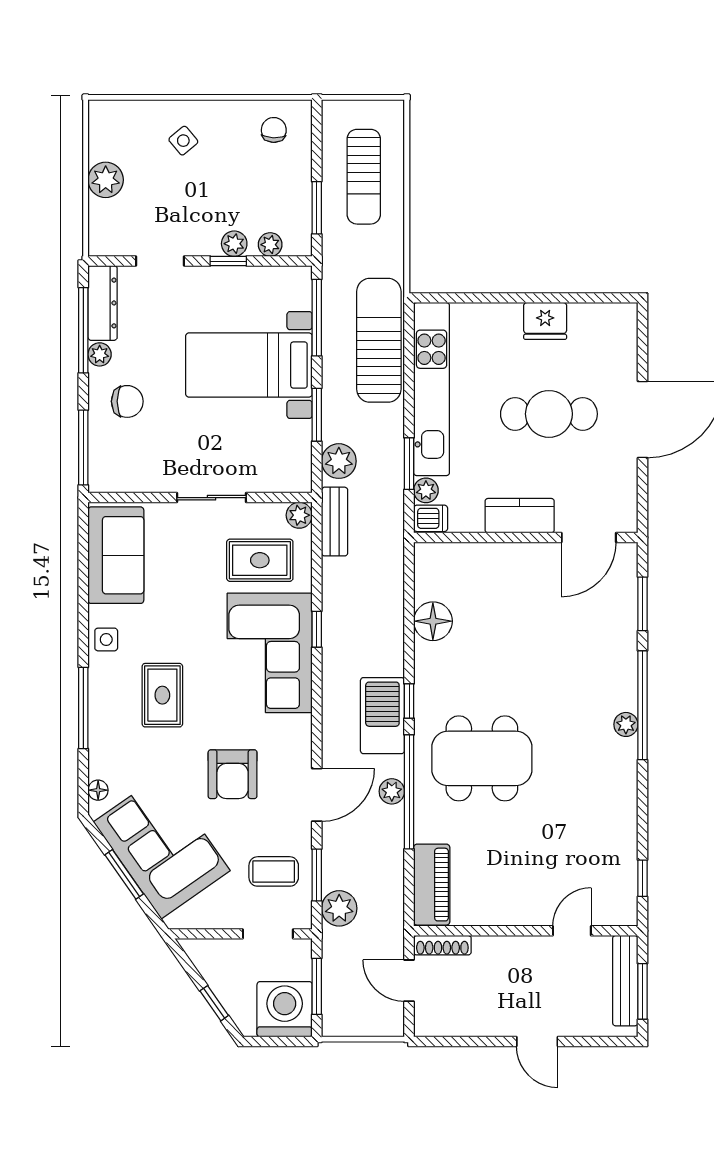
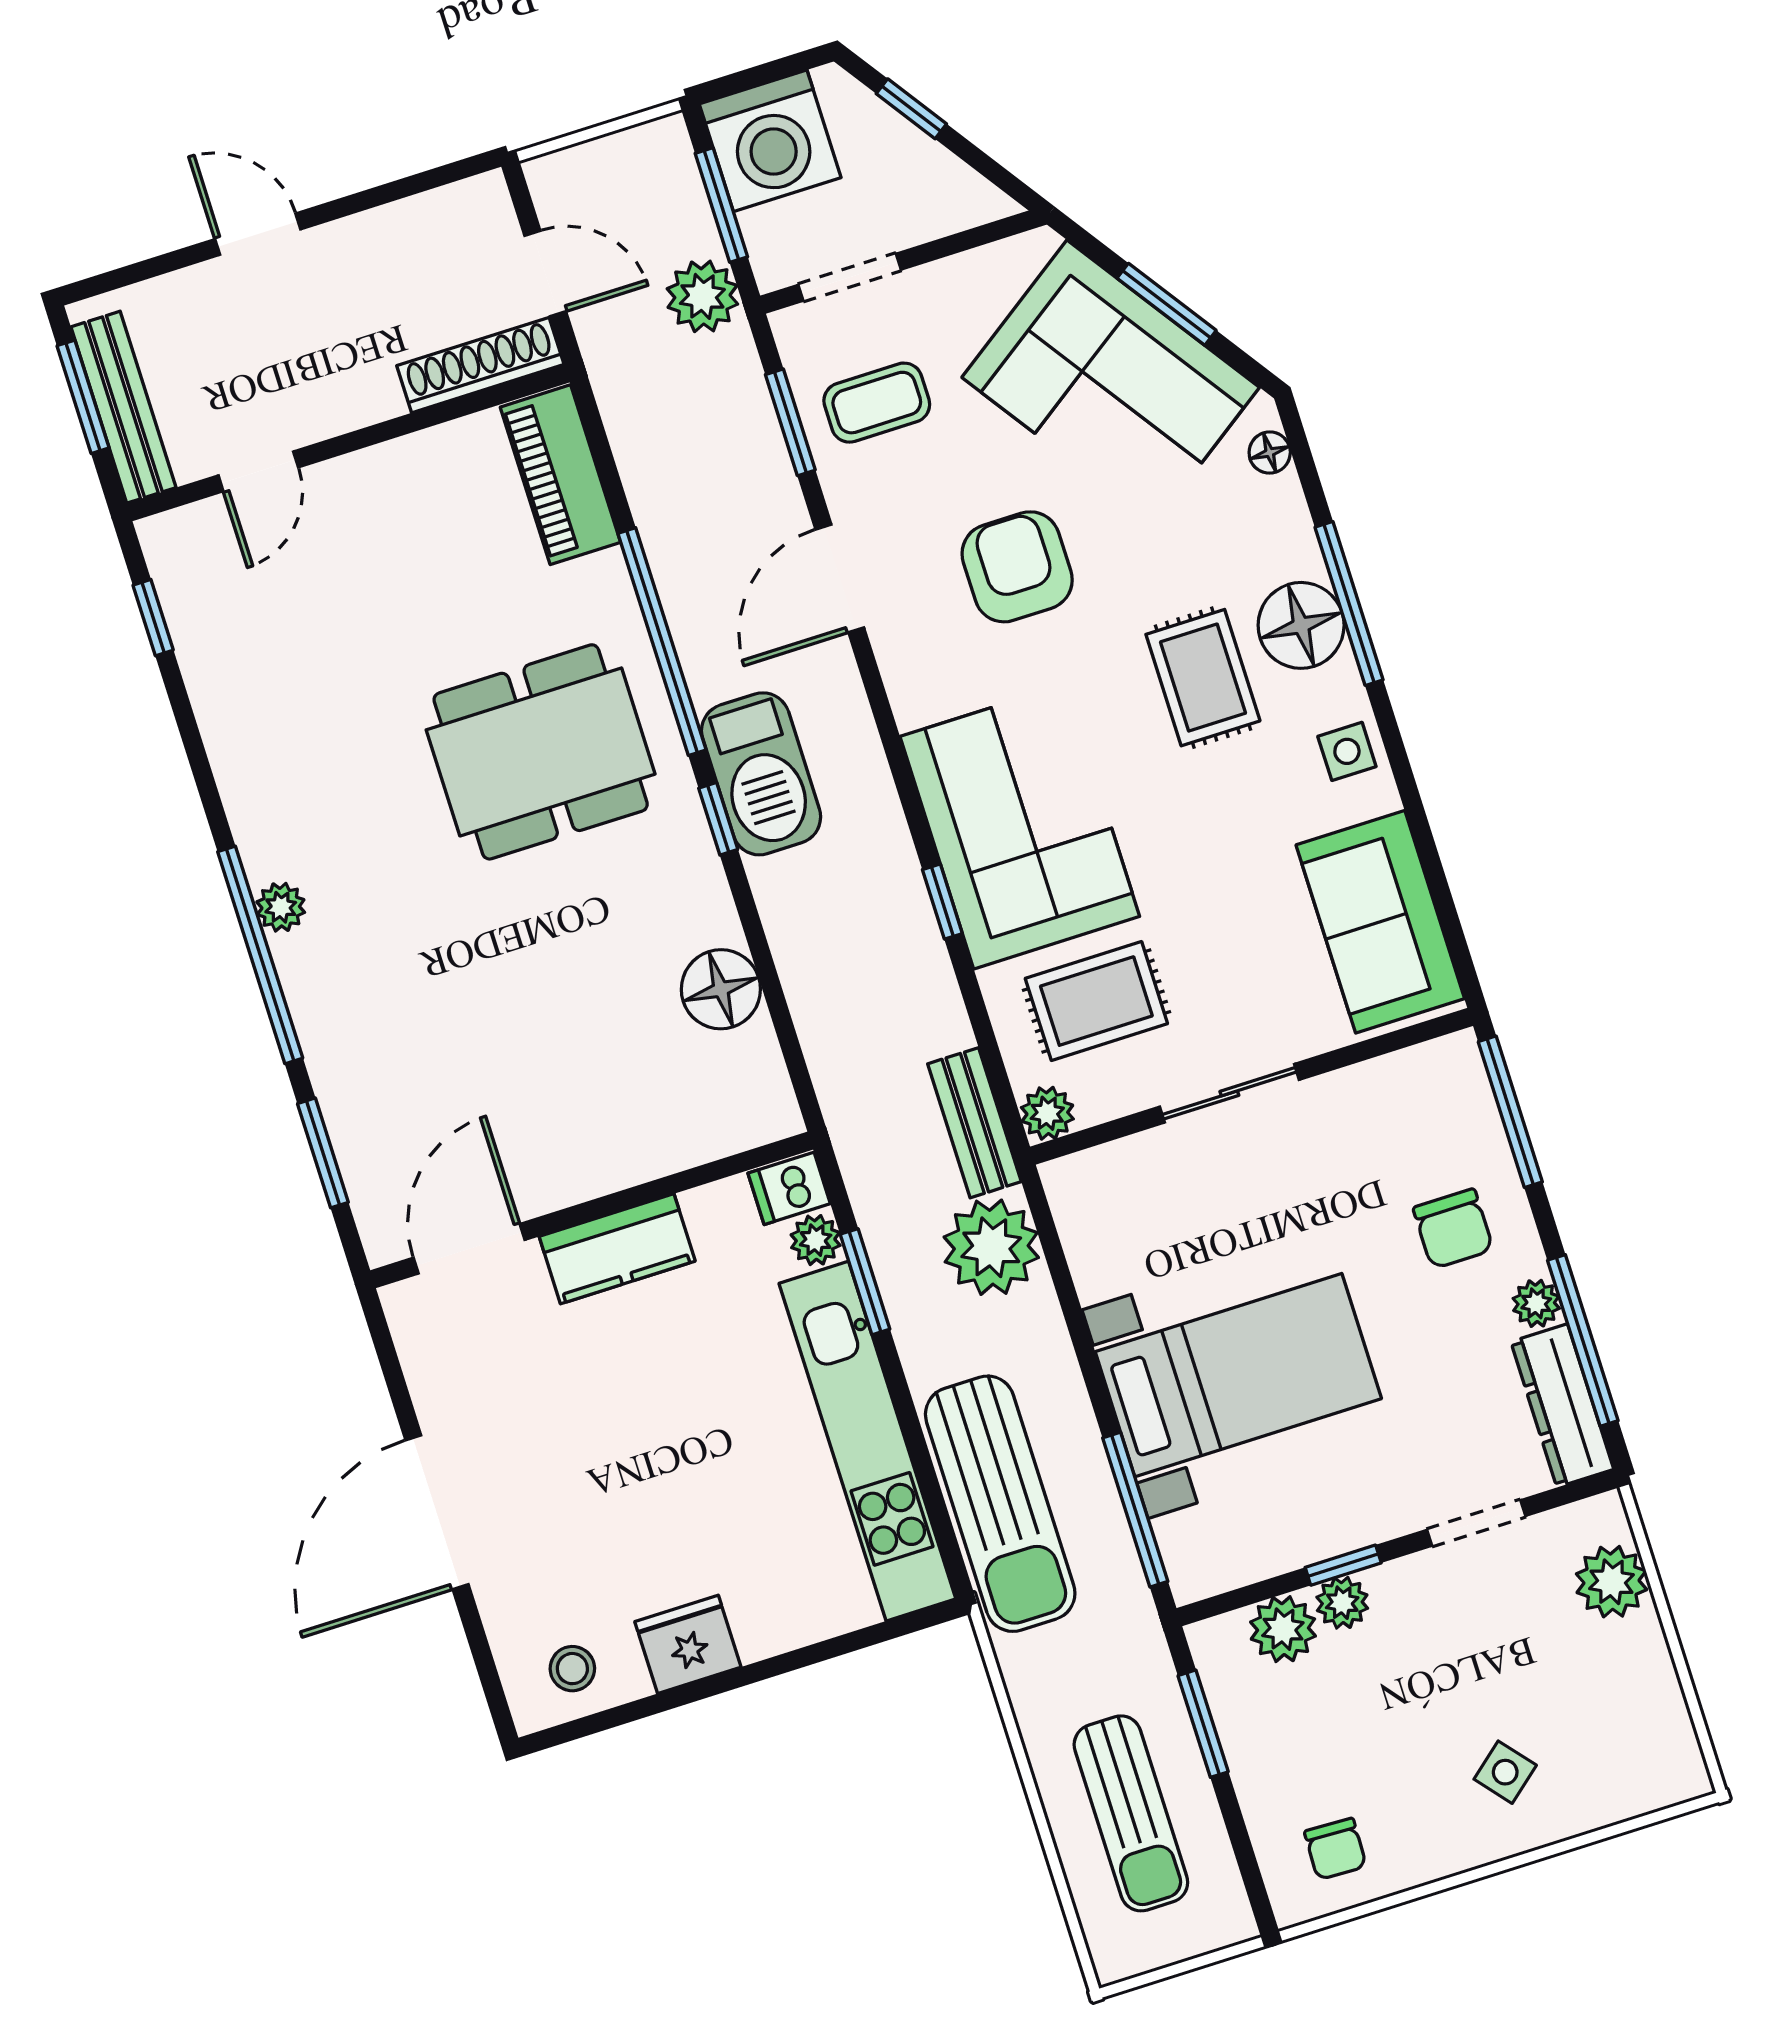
sun lounger: (364, 177) -> (1131, 1813), turned 180
plant: (106, 180) -> (1611, 1582), moved
plant: (270, 245) -> (1283, 1629), width x1.38, depth x1.38
stool: (603, 327) -> (572, 1669), added
chair: (127, 401) -> (1453, 1229), turned -90
cafe table: (549, 414) -> (623, 1465), removed
window: (317, 415) -> (1075, 1320), removed
plant: (339, 461) -> (991, 1247), width x1.36, depth x1.36
floor lamp: (109, 705) -> (1301, 625), added
plant: (392, 791) -> (696, 632), removed
plant: (339, 908) -> (702, 296), moved
shoe rack: (442, 945) -> (480, 365), width x1.36, depth x1.24

